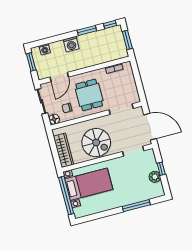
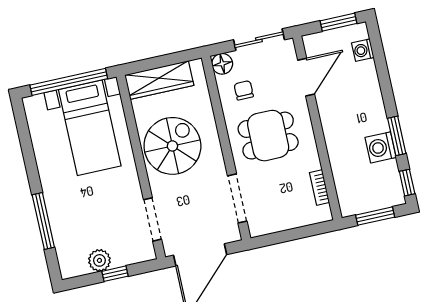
washing machine: (71, 44) -> (381, 147), moved
door: (59, 77) -> (306, 77), swing flipped
spiral stairs: (96, 143) -> (172, 146), turned 180

